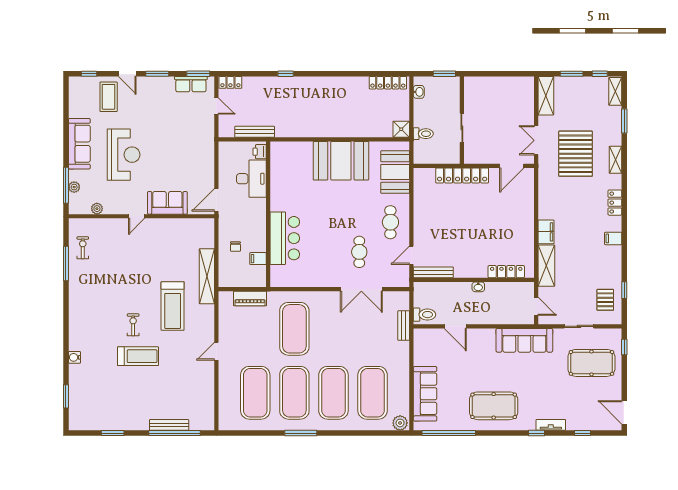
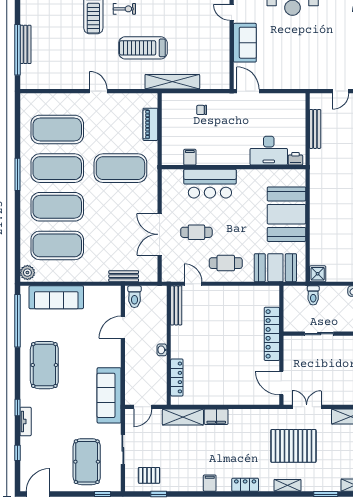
printer: (260, 152) -> (295, 159), moved
desk: (251, 179) -> (269, 151), moved
wall: (268, 214) -> (234, 167), moved
bar counter: (285, 238) -> (210, 184), moved
filing cabinet: (258, 259) -> (190, 157), moved

